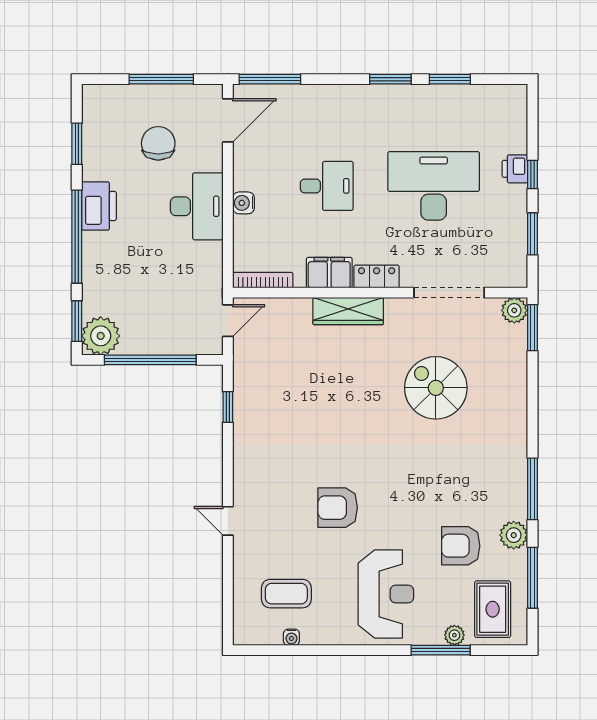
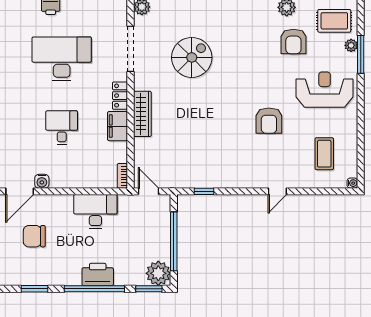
door: (228, 120) -> (20, 191), swing flipped
desk: (434, 186) -> (62, 59), turned 90
water cooler: (244, 203) -> (42, 181), moved
printer: (99, 206) -> (98, 274), moved
desk: (197, 206) -> (95, 211), moved
bookcase: (263, 280) -> (122, 176), width x0.64
spiral stairs: (436, 388) -> (192, 57), turned 180
water cooler: (291, 637) -> (352, 183), moved

